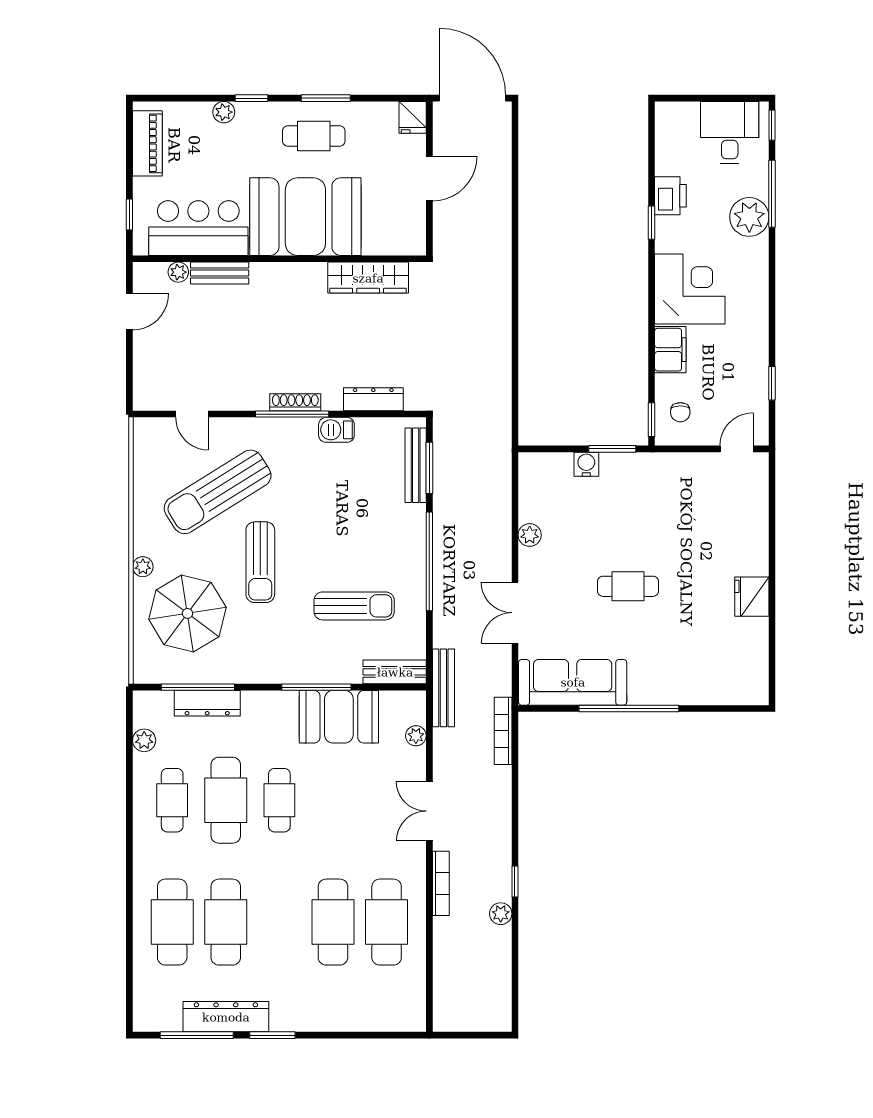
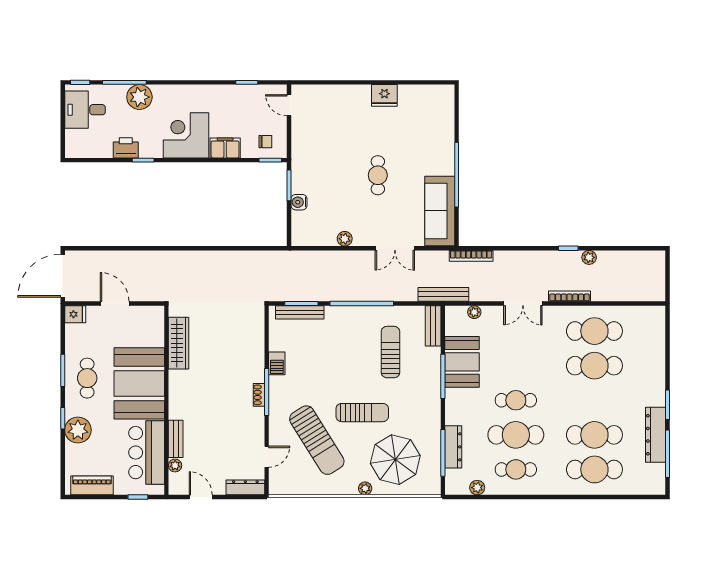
plant: (224, 112) -> (78, 430), width x1.87, depth x1.87
dresser: (373, 399) -> (245, 487), moved, turned 90
shoe rack: (295, 402) -> (259, 395), width x0.70

